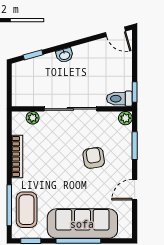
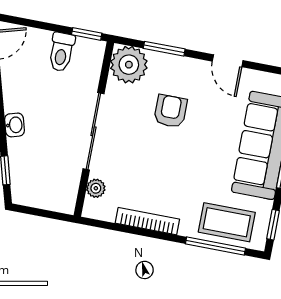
toilet: (119, 99) -> (61, 52), moved
plant: (125, 118) -> (129, 65), width x1.88, depth x1.88
armchair: (94, 158) -> (170, 111), turned 99

